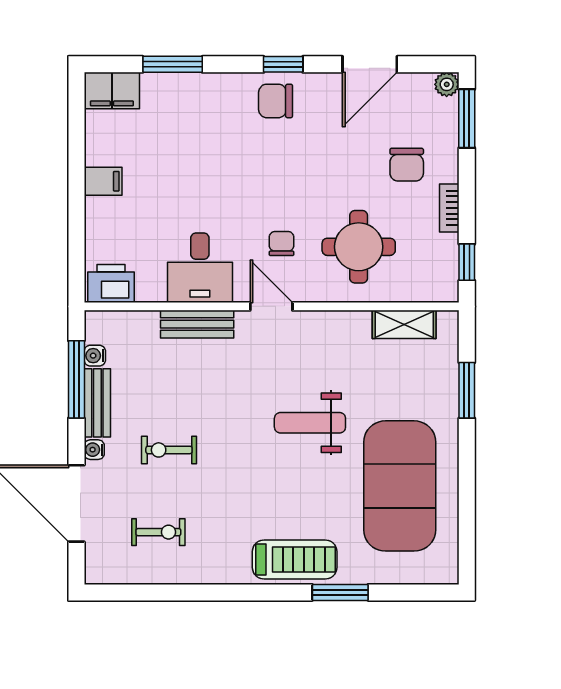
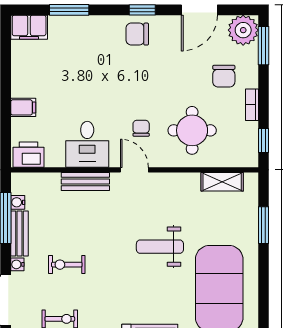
plant: (447, 84) -> (243, 30), width x1.88, depth x1.88
filing cabinet: (103, 181) -> (23, 107), moved

